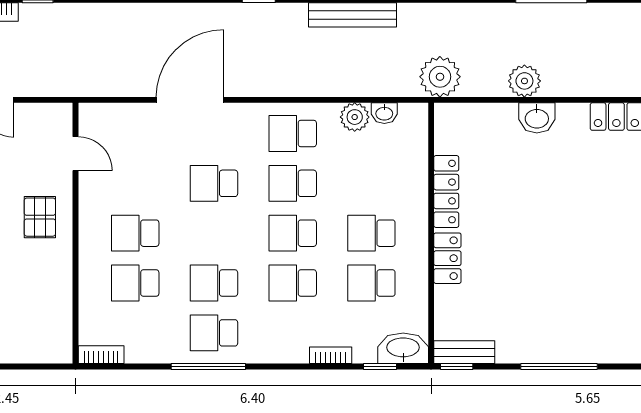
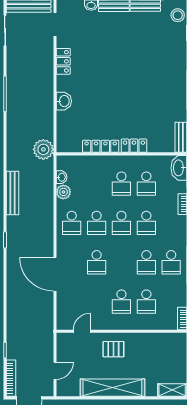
plant: (524, 81) -> (45, 107), removed

